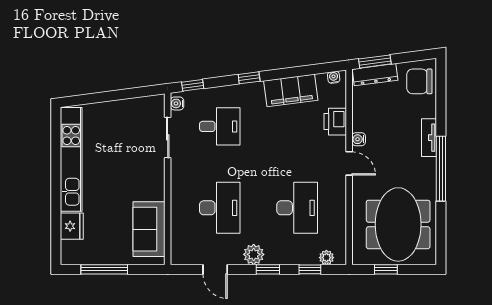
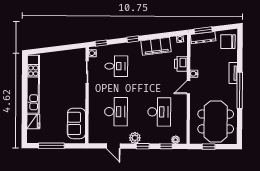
door: (349, 163) -> (188, 87), swing flipped

